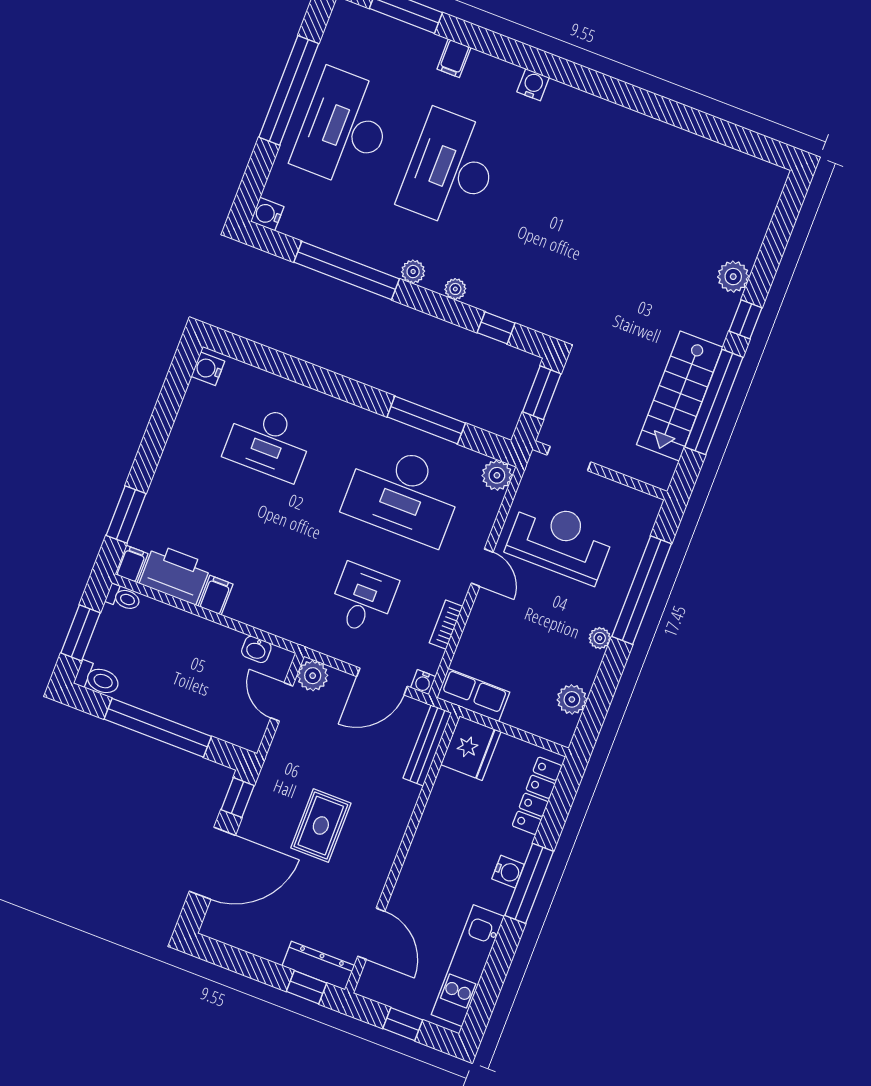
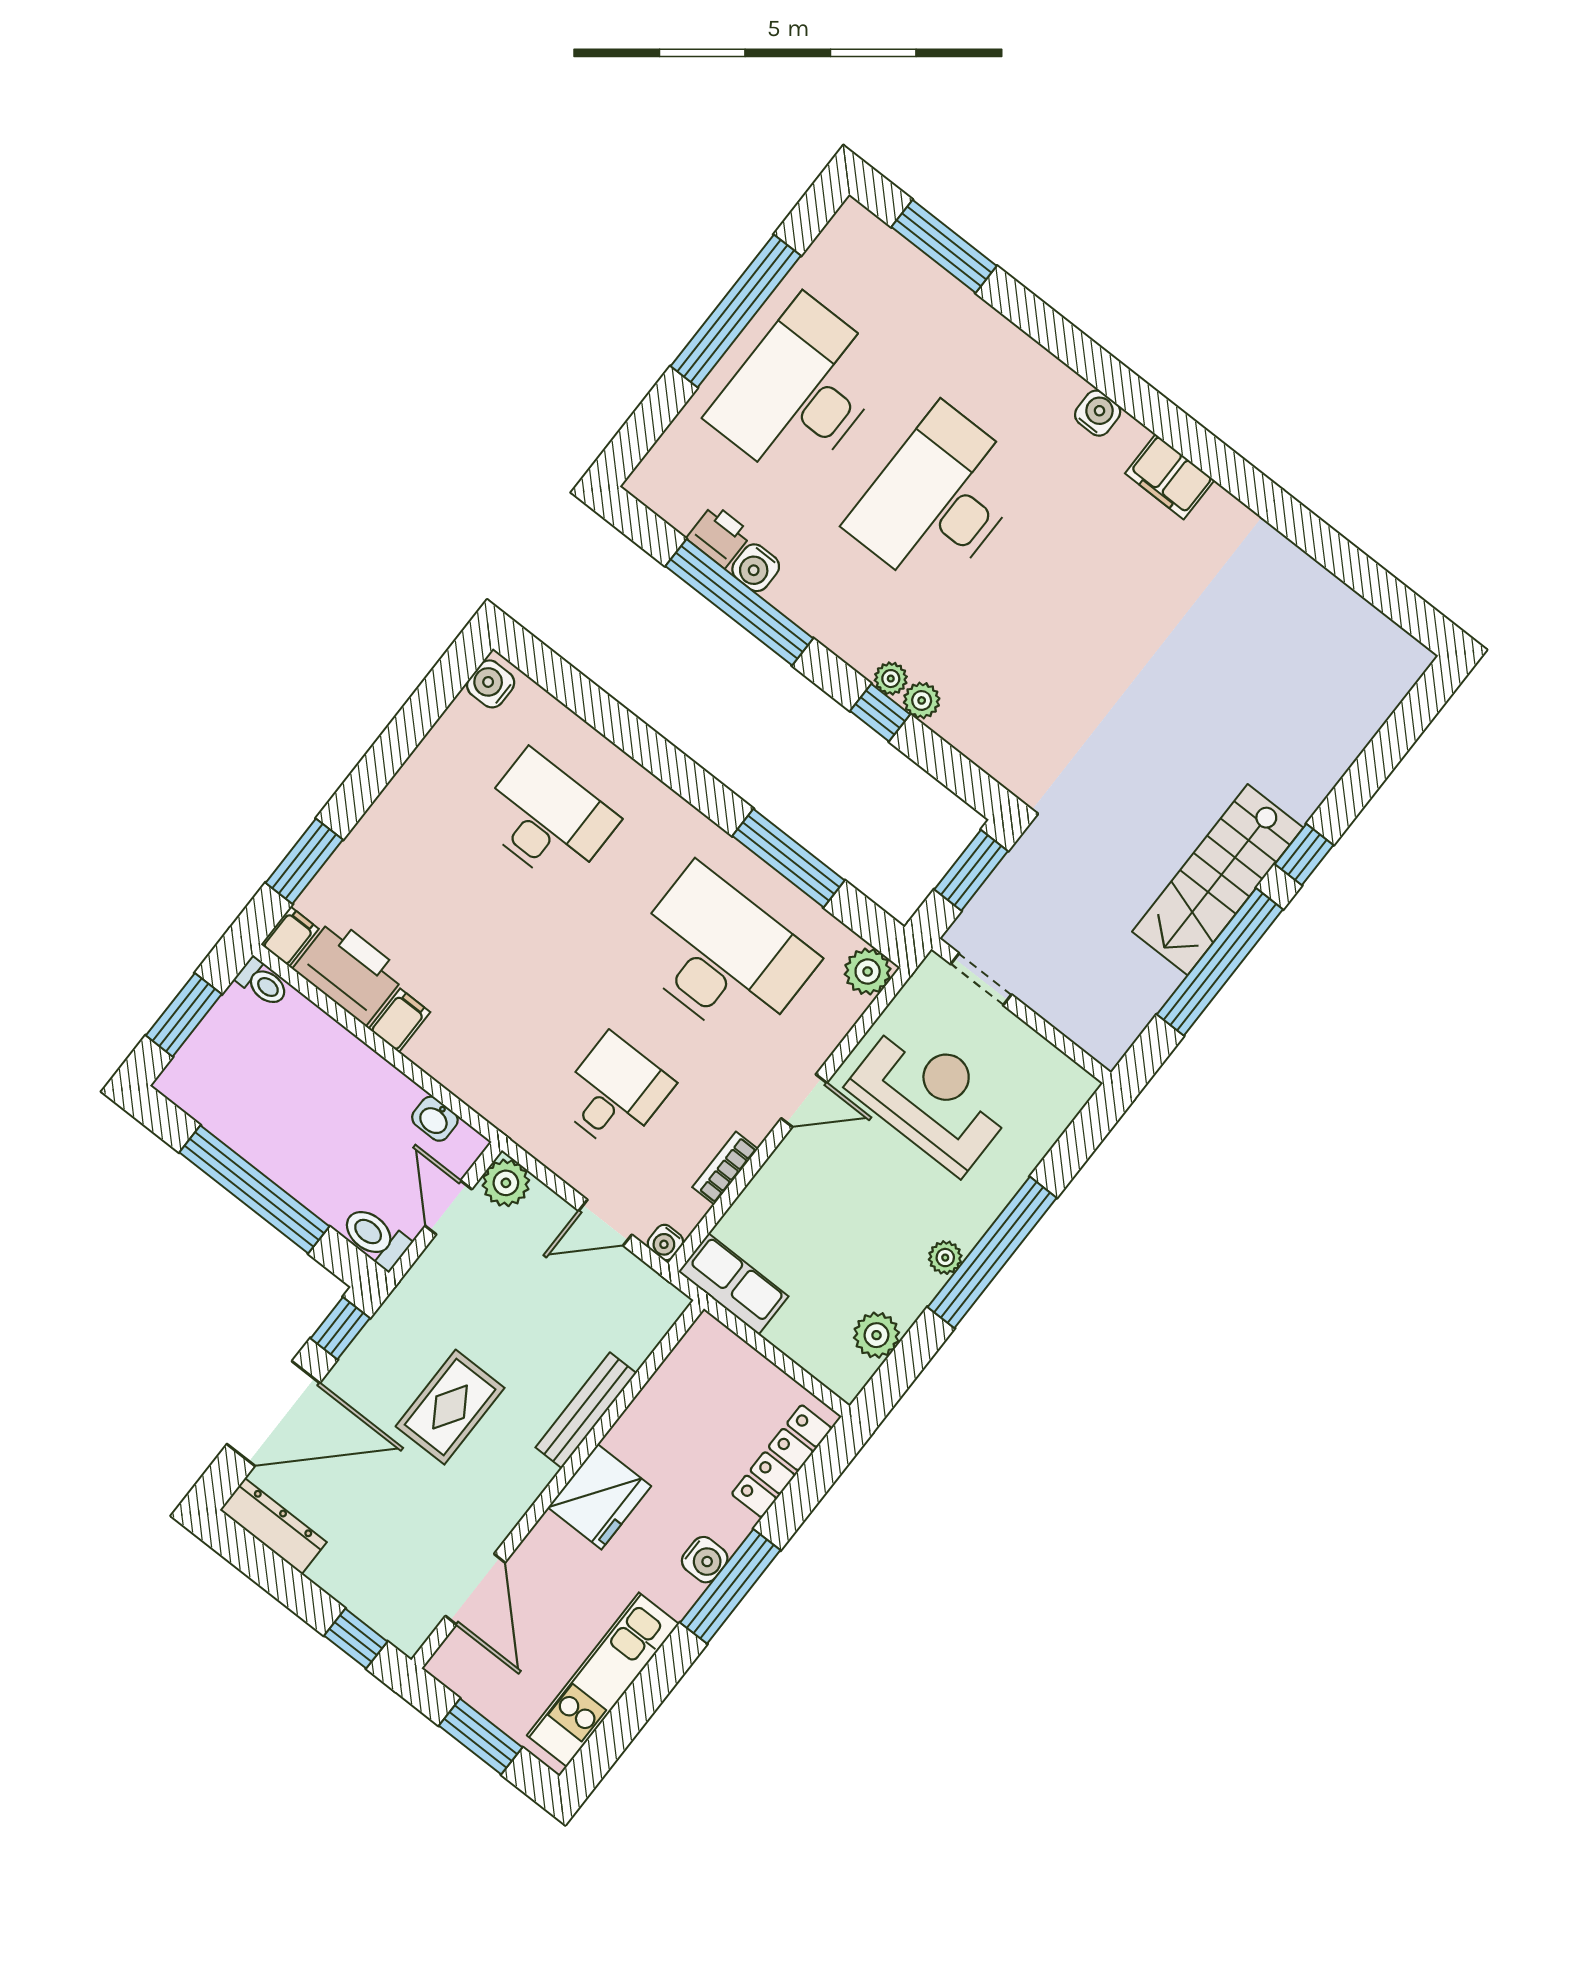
filing cabinet: (454, 58) -> (1170, 477), moved, width x2.00
water cooler: (267, 214) -> (756, 568), moved, turned -90
printer: (321, 233) -> (719, 536), added
plant: (413, 272) -> (922, 700), moved
plant: (733, 277) -> (1305, 786), removed
window: (496, 328) -> (880, 713), moved
stairs: (680, 396) -> (1218, 880), moved
desk: (269, 442) -> (547, 819), turned 180
desk: (403, 494) -> (722, 956), turned 180
door: (482, 568) -> (804, 1101), hinge flipped
window: (642, 590) -> (992, 1252), moved
toilet: (98, 679) -> (375, 1237), moved, turned 180
door: (382, 681) -> (605, 1223), width x0.73
bench: (427, 745) -> (586, 1410), moved
fridge: (471, 748) -> (599, 1497), moved
dresser: (318, 966) -> (273, 1526), moved
window: (403, 1024) -> (481, 1736), width x1.50

